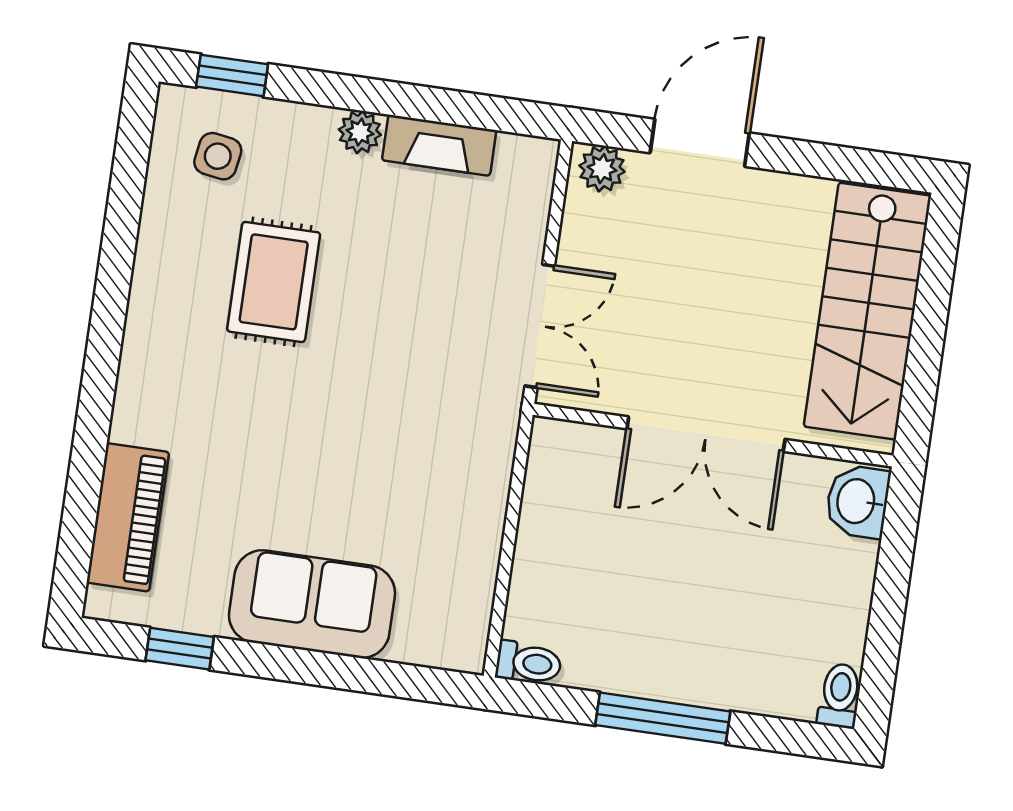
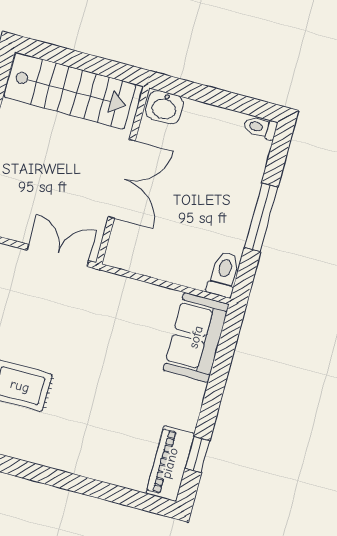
piano: (128, 517) -> (170, 463), moved, turned -90
sofa: (312, 604) -> (196, 337), moved
toilet: (529, 663) -> (224, 274), width x1.37, depth x1.39

